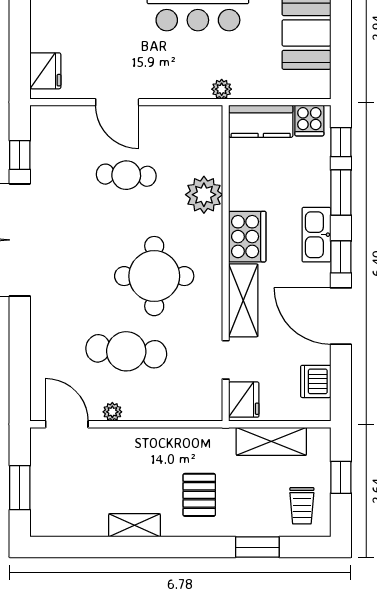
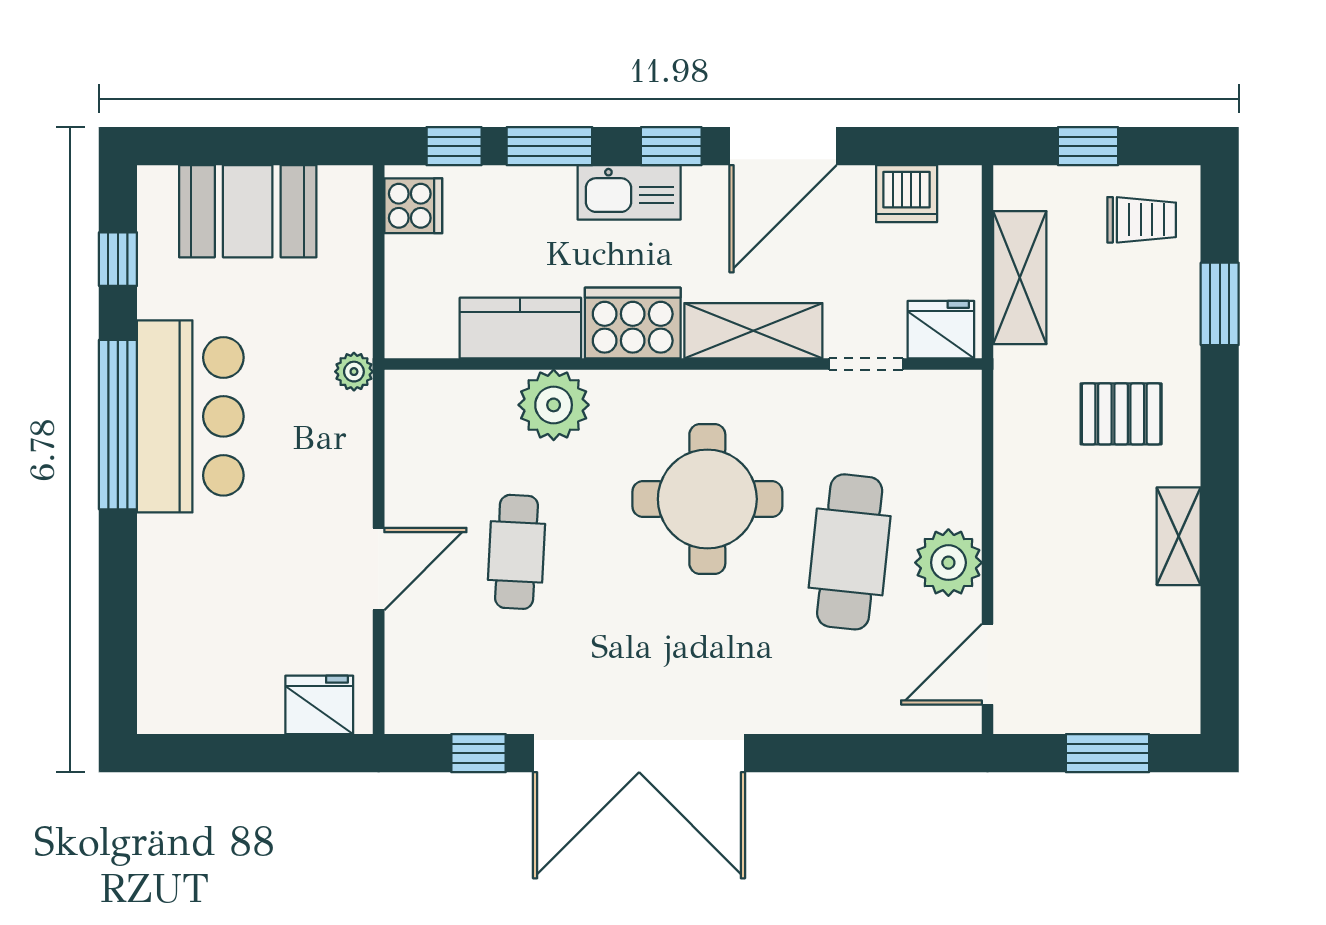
kitchen counter: (261, 121) -> (520, 328), moved, turned -90
plant: (112, 412) -> (948, 563), width x1.88, depth x1.88

